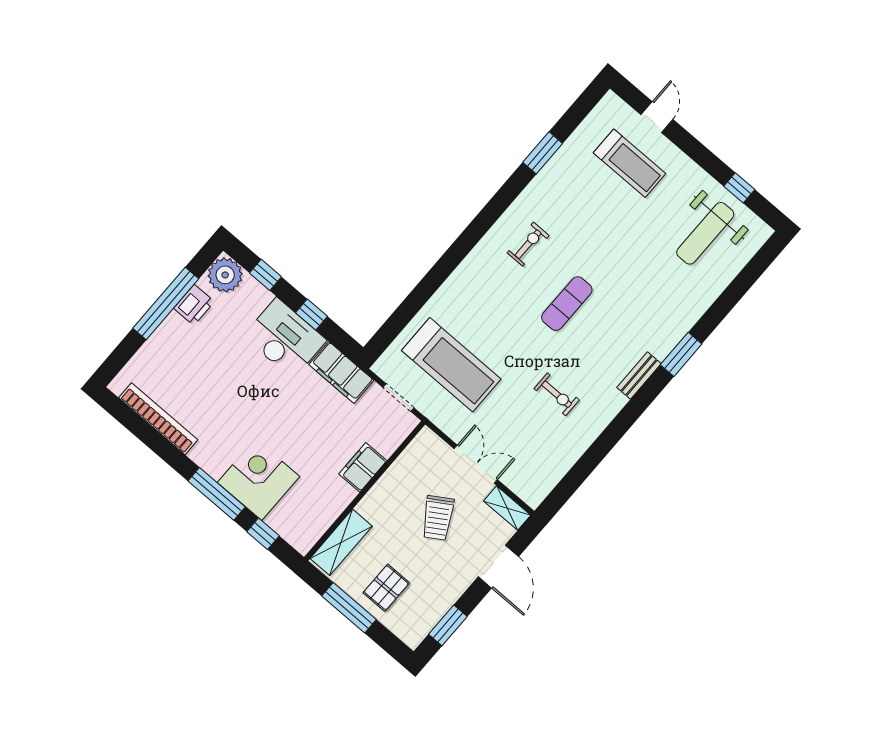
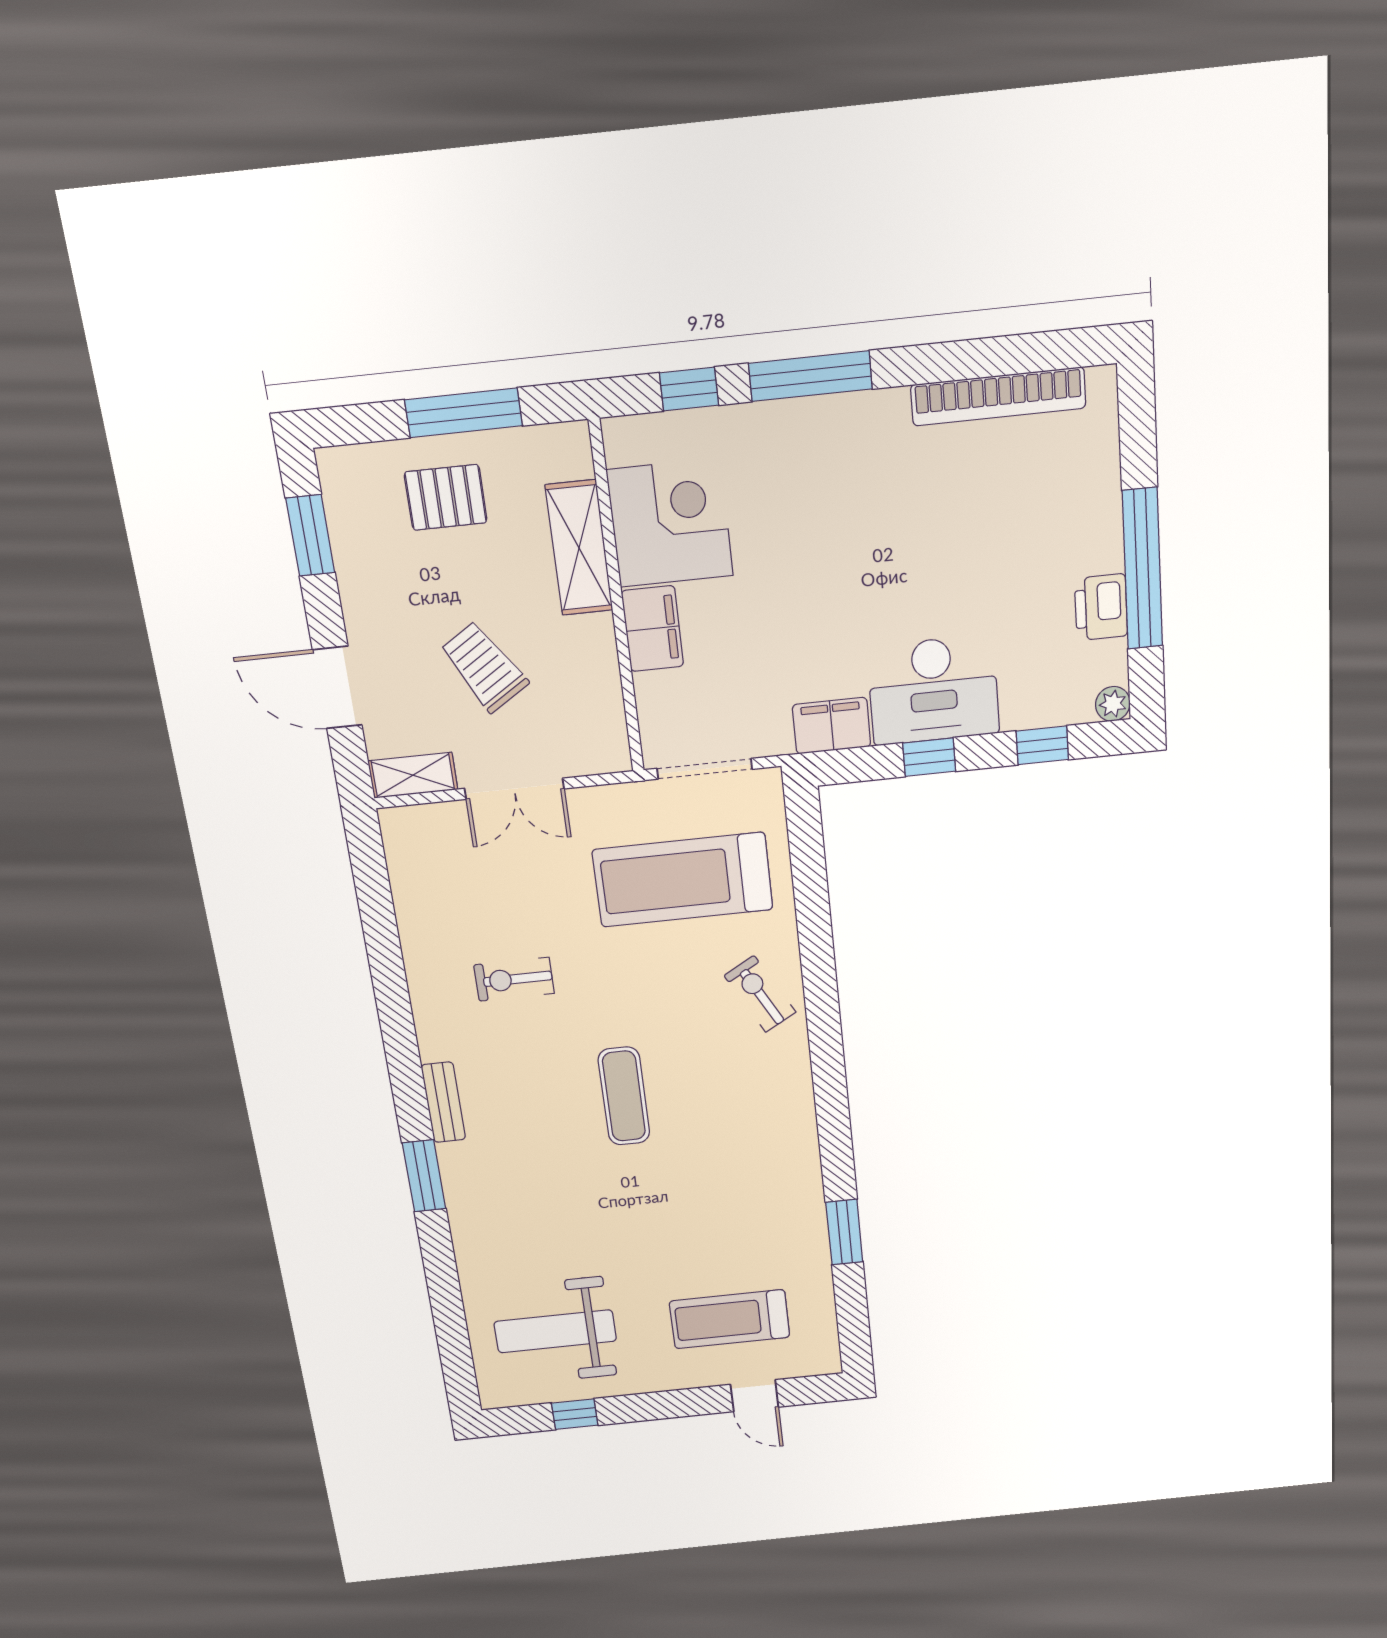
weight bench: (705, 233) -> (555, 1331), turned -90
exercise bike: (528, 244) -> (760, 994), moved, turned 151
plant: (225, 275) -> (1113, 704), width x0.53, depth x0.53
filing cabinet: (341, 372) -> (832, 726), width x0.67, depth x0.86
doorway: (398, 398) -> (705, 769), width x1.38
corner desk: (259, 479) -> (670, 523), moved, turned -90
shelving: (341, 542) -> (579, 548), moved
pallet: (386, 588) -> (446, 497), turned 90

